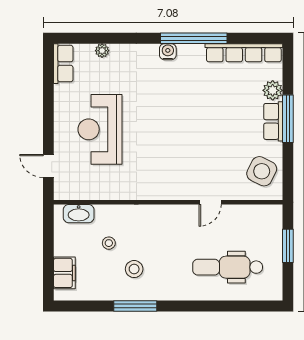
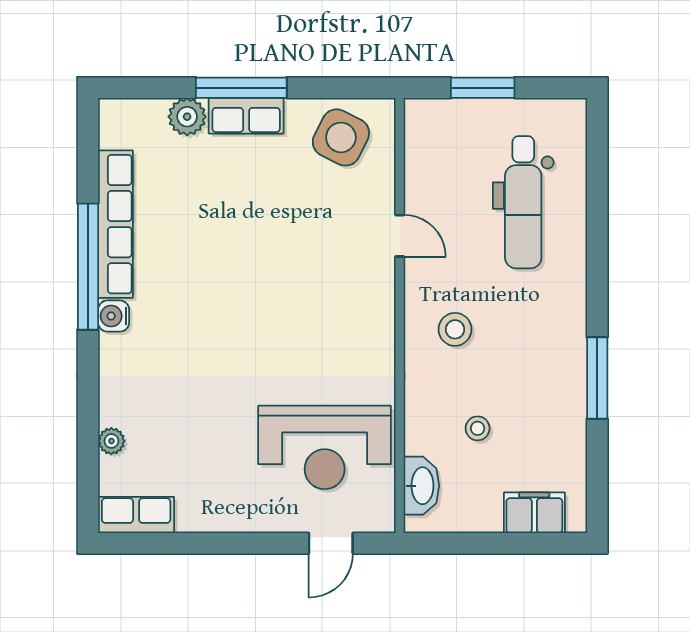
row of seats: (244, 53) -> (115, 224), moved
reception desk: (100, 129) -> (325, 447), moved
stool: (134, 269) -> (455, 329), moved

